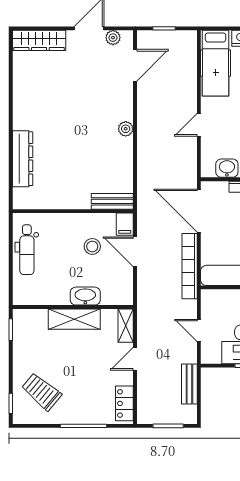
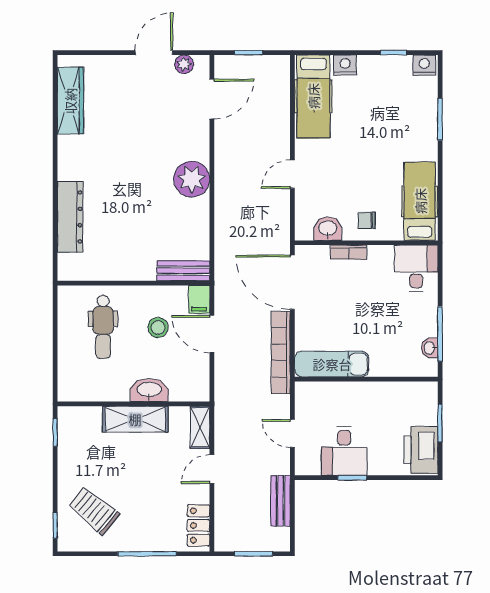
wardrobe: (39, 40) -> (70, 101), moved, turned -90
plant: (126, 129) -> (192, 179), width x1.87, depth x1.87
dental chair: (27, 250) -> (103, 327), moved

